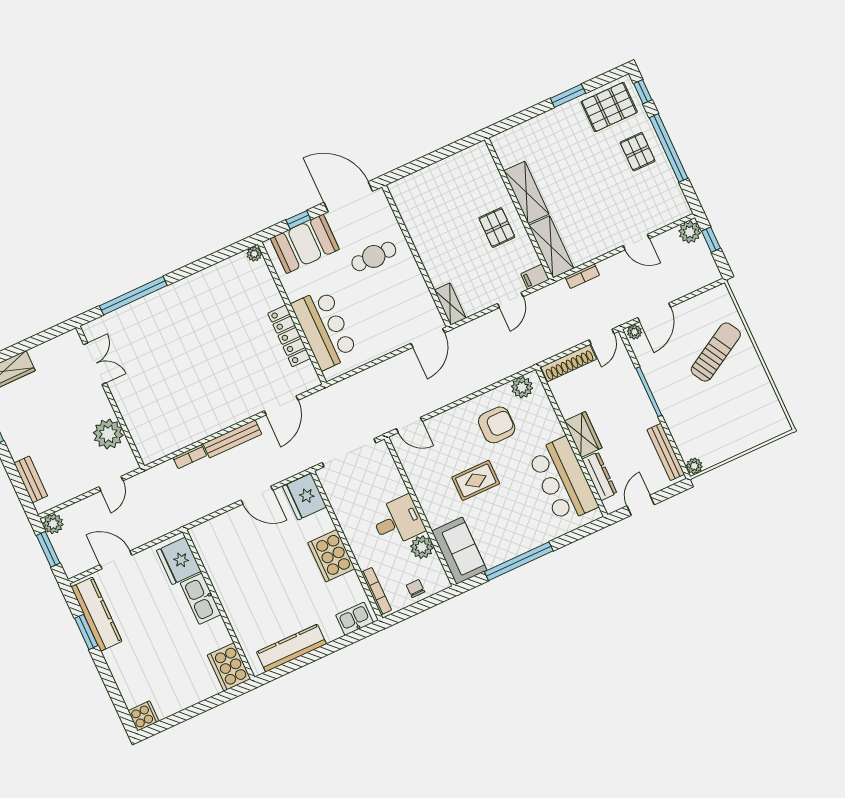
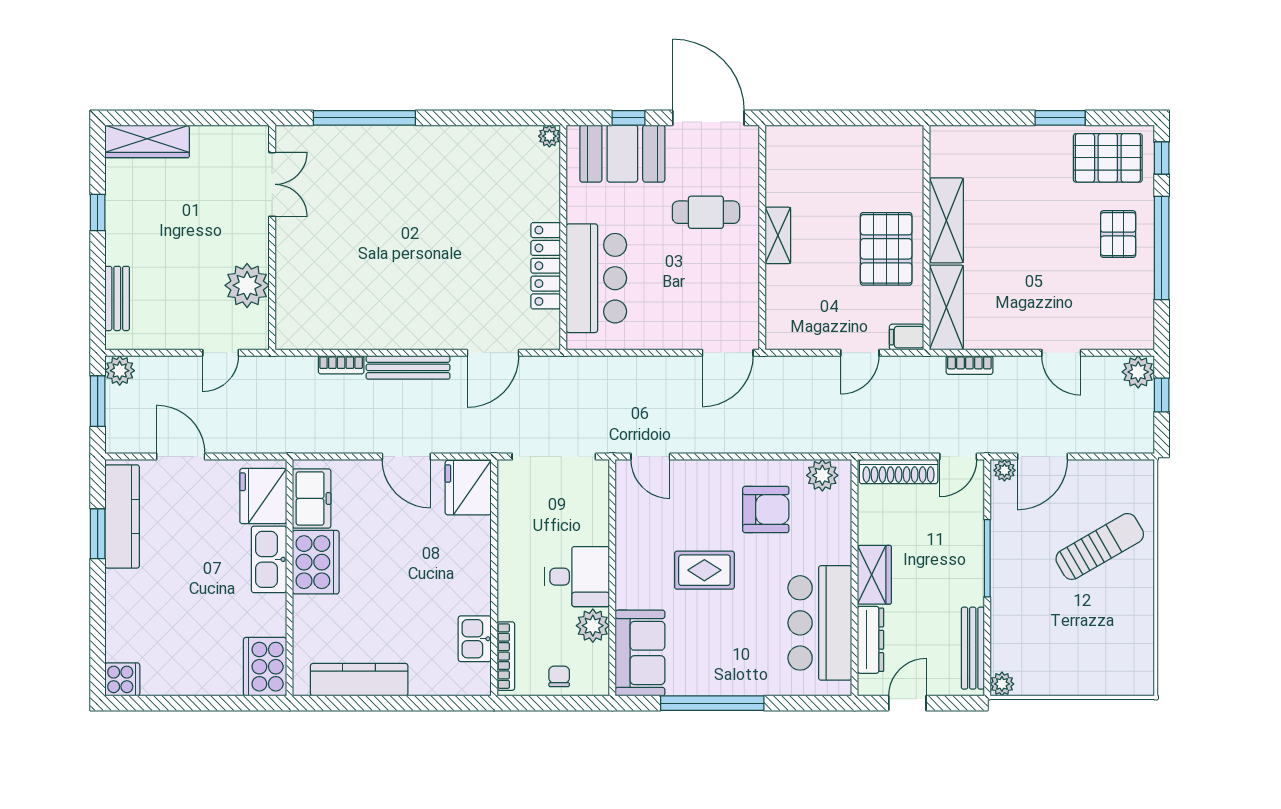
pallet: (497, 228) -> (886, 249), width x1.50, depth x1.42
shelving: (450, 304) -> (778, 235), moved
freezer: (210, 548) -> (312, 498), added
cooker: (331, 556) -> (316, 562), moved, turned 180
kitchen sink: (355, 619) -> (475, 639), moved, turned -90

